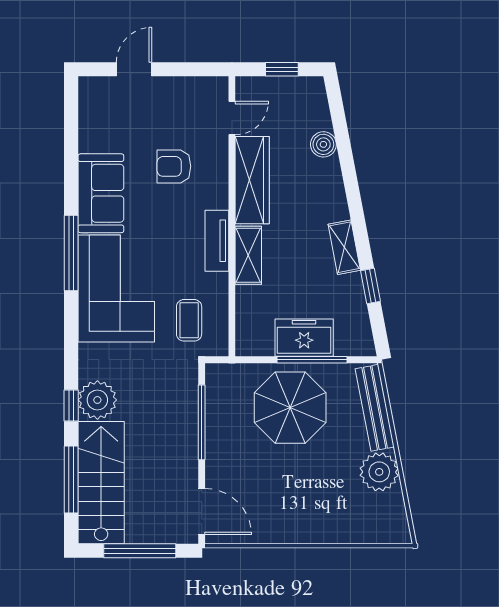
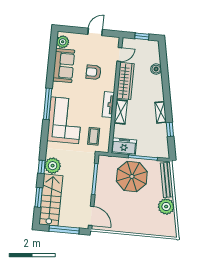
door: (134, 69) -> (95, 32), moved
plant: (93, 101) -> (63, 42), added
sofa: (101, 193) -> (64, 65), moved
freezer: (304, 338) -> (124, 146), moved
window: (71, 480) -> (39, 197), width x0.69

